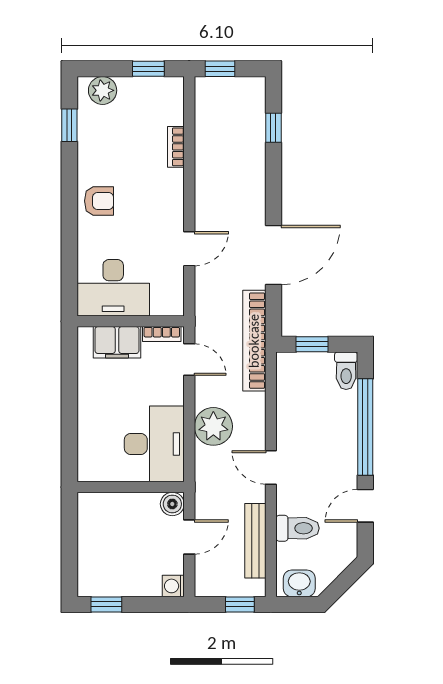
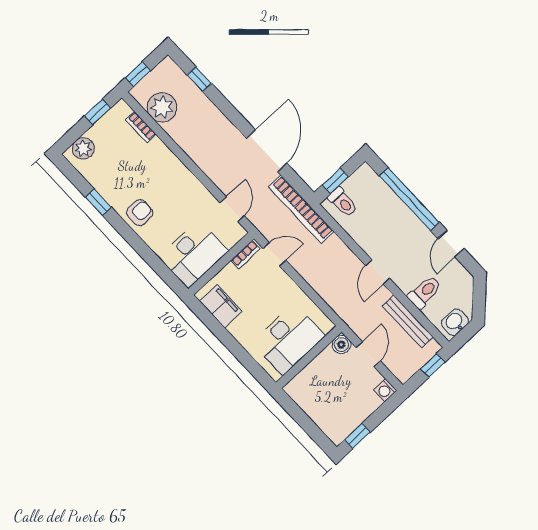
window: (69, 125) -> (98, 202), moved
bookcase: (176, 147) -> (141, 127), moved
door: (189, 249) -> (232, 209), moved
filing cabinet: (117, 342) -> (221, 306), moved, turned -90
toilet: (346, 371) -> (343, 202), moved
plant: (213, 426) -> (162, 107), moved
desk: (154, 444) -> (288, 339), moved, turned 90
door: (271, 467) -> (378, 272), hinge flipped

